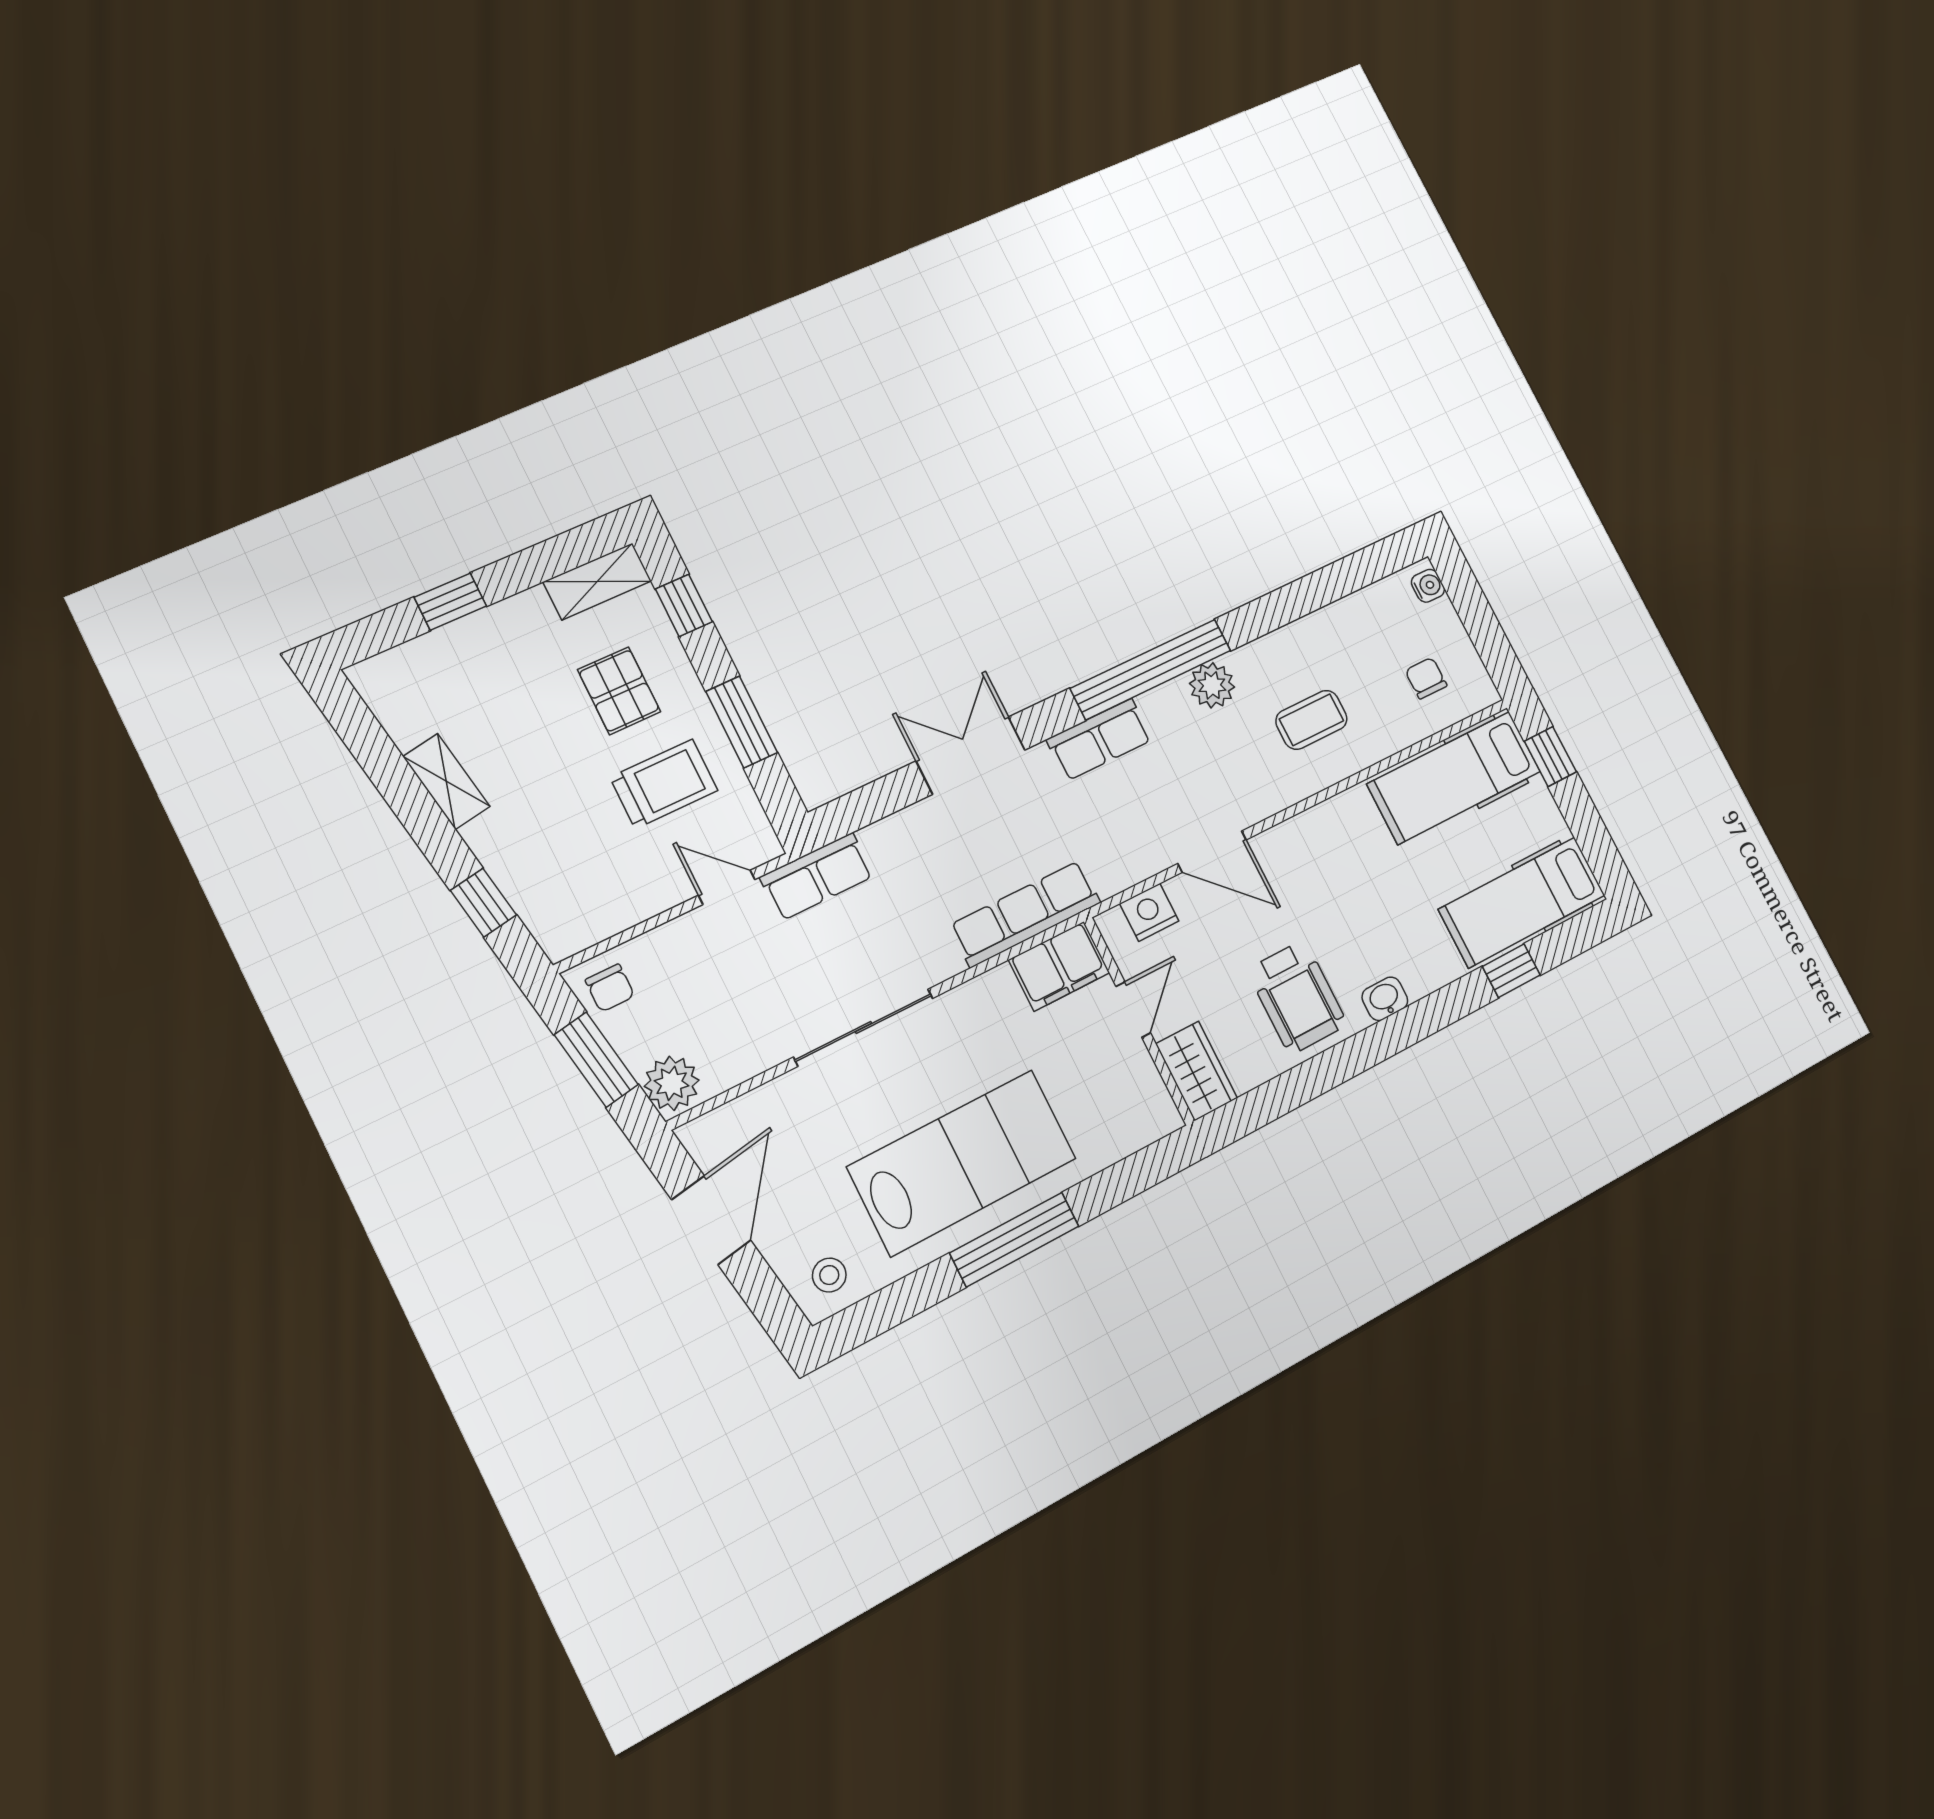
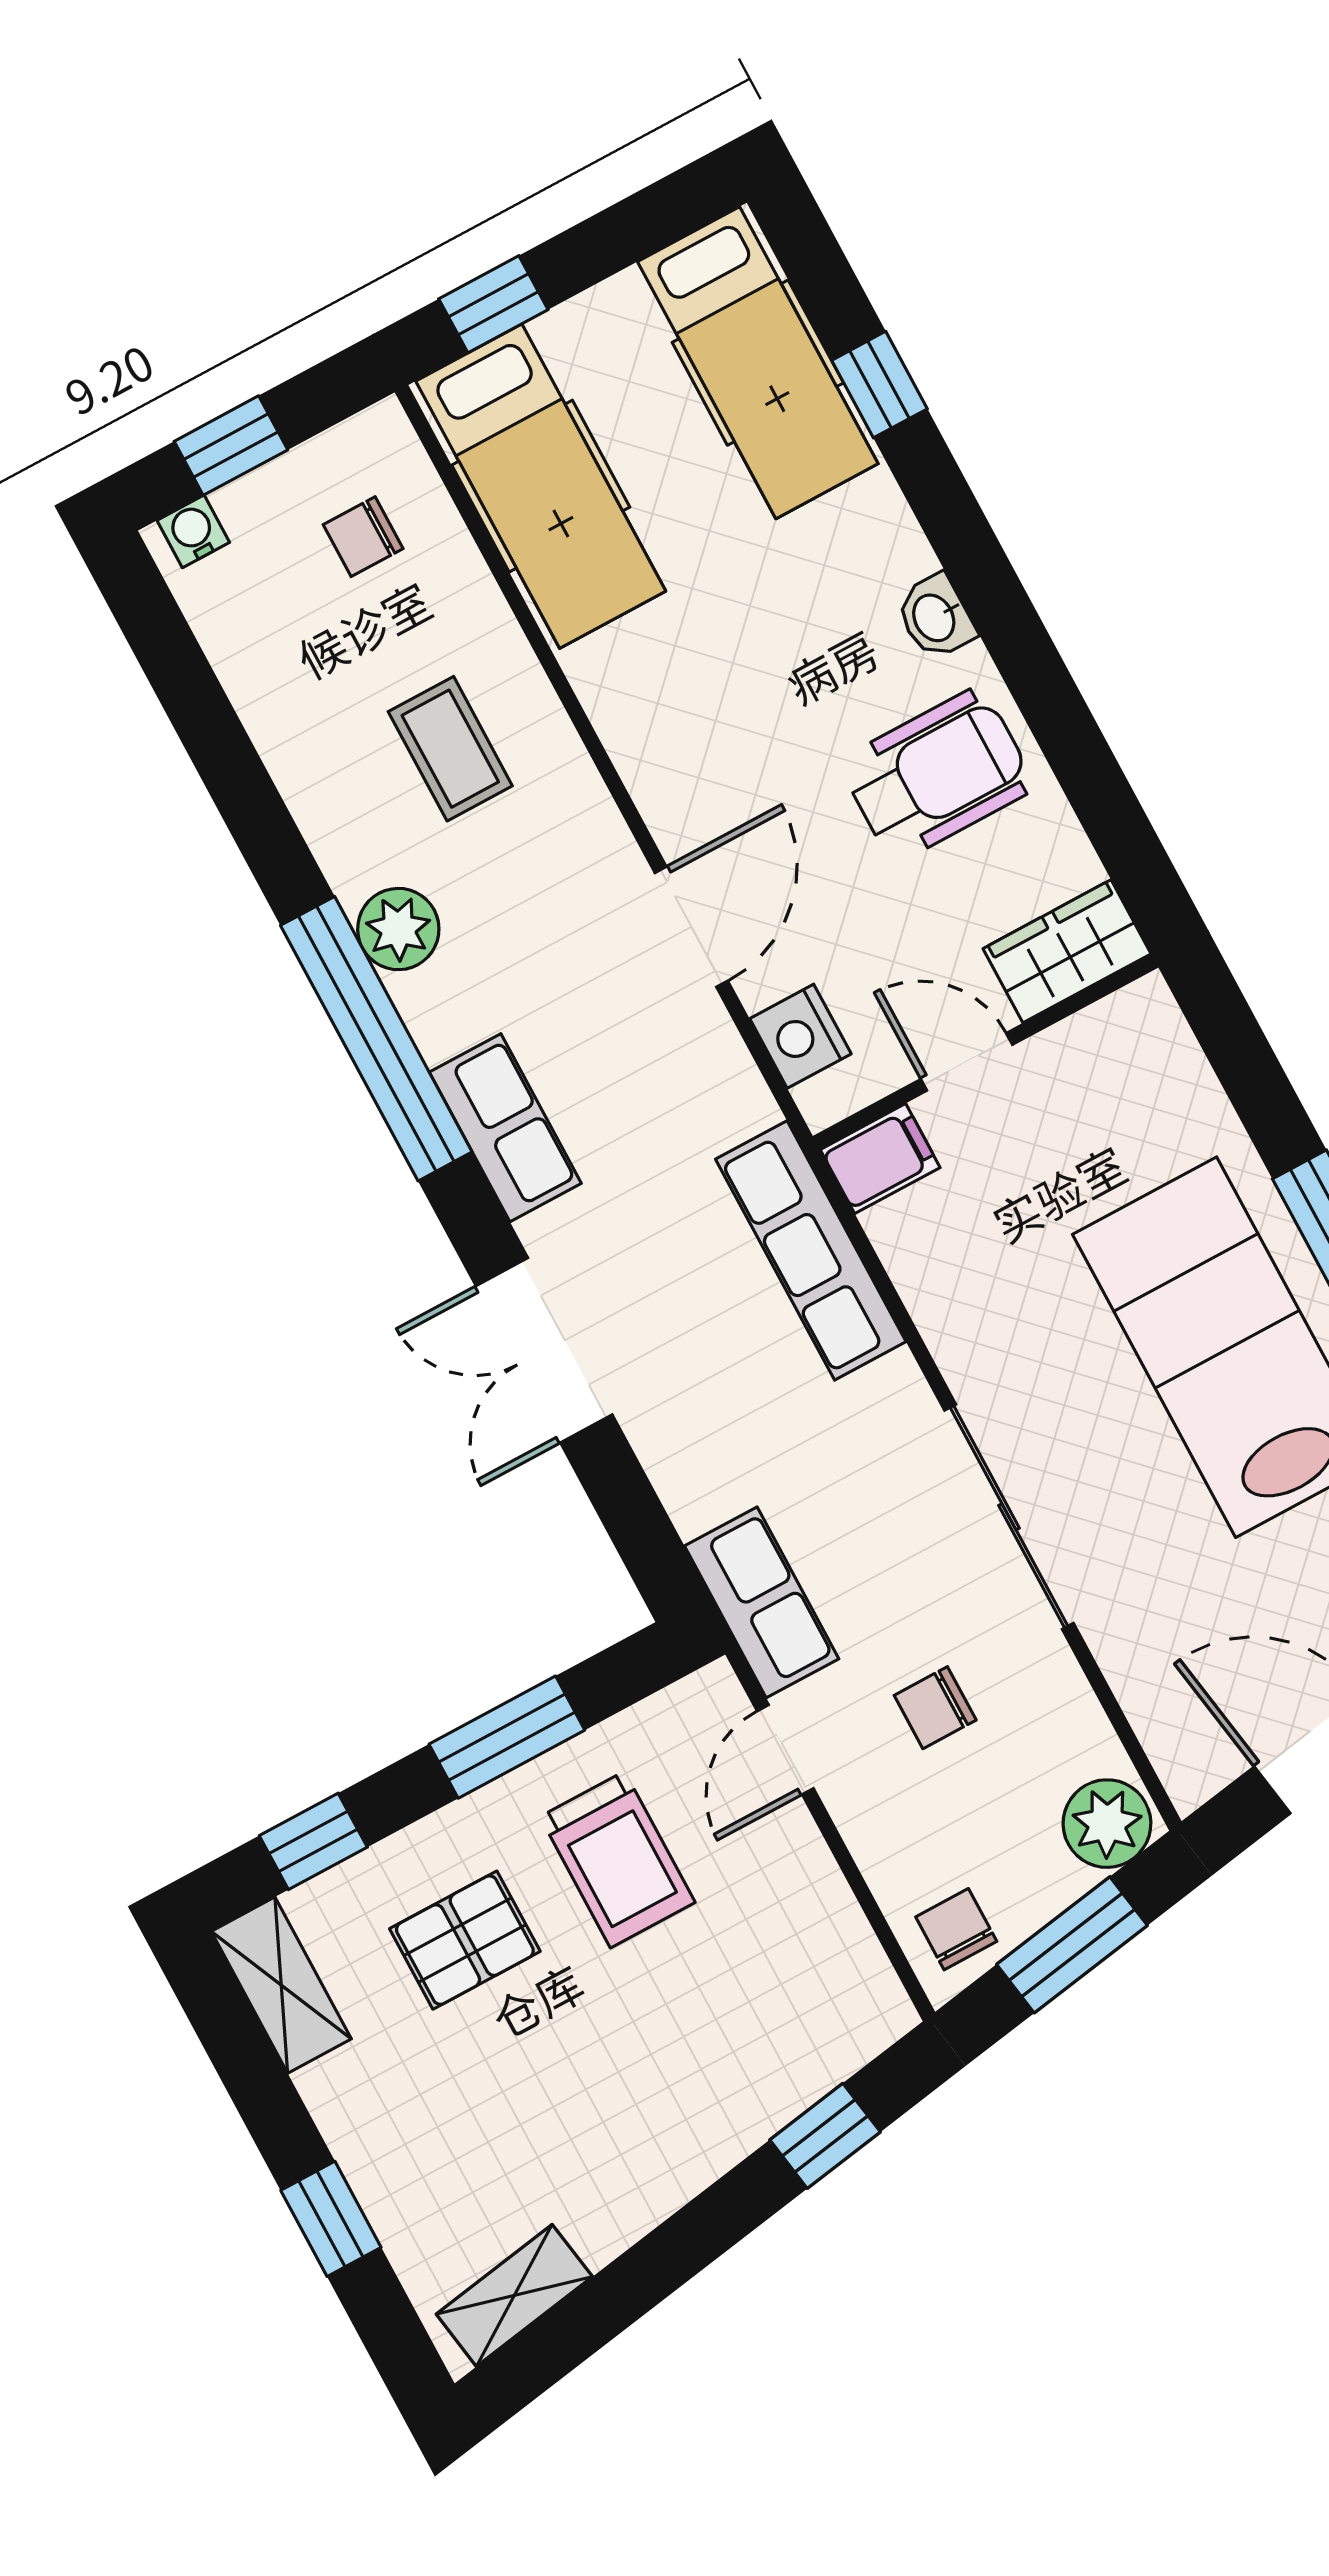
window: (1474, 609) -> (231, 446), added
shelving: (446, 781) -> (514, 2295), moved
trolley: (664, 784) -> (617, 1860), turned 180
filing cabinet: (1059, 966) -> (880, 1159), width x0.50
chair: (749, 979) -> (935, 1708), added
chair: (610, 988) -> (956, 1929), turned -90

